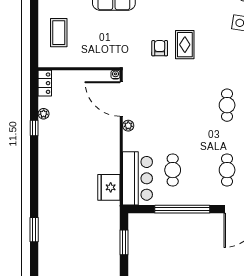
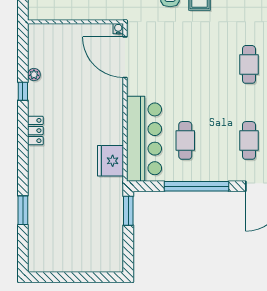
locker: (45, 83) -> (35, 131), moved
plant: (128, 126) -> (133, 88), removed
bar counter: (137, 178) -> (144, 139), width x1.36
window: (124, 242) -> (128, 211), moved

